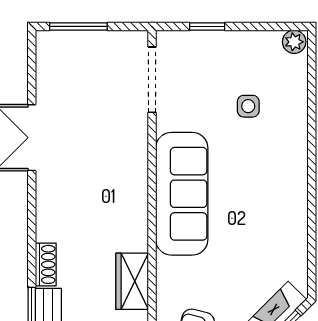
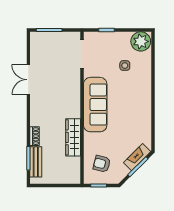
plant: (294, 42) -> (141, 41), width x1.88, depth x1.88
wardrobe: (132, 281) -> (73, 137), width x1.50

